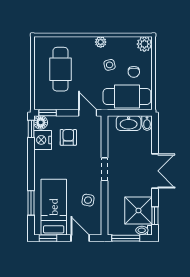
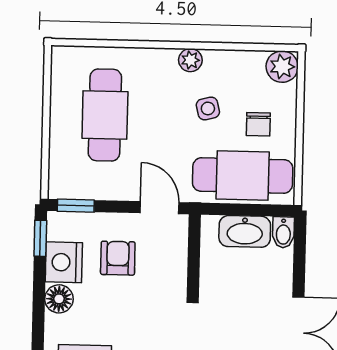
floor lamp: (41, 122) -> (59, 299), moved

